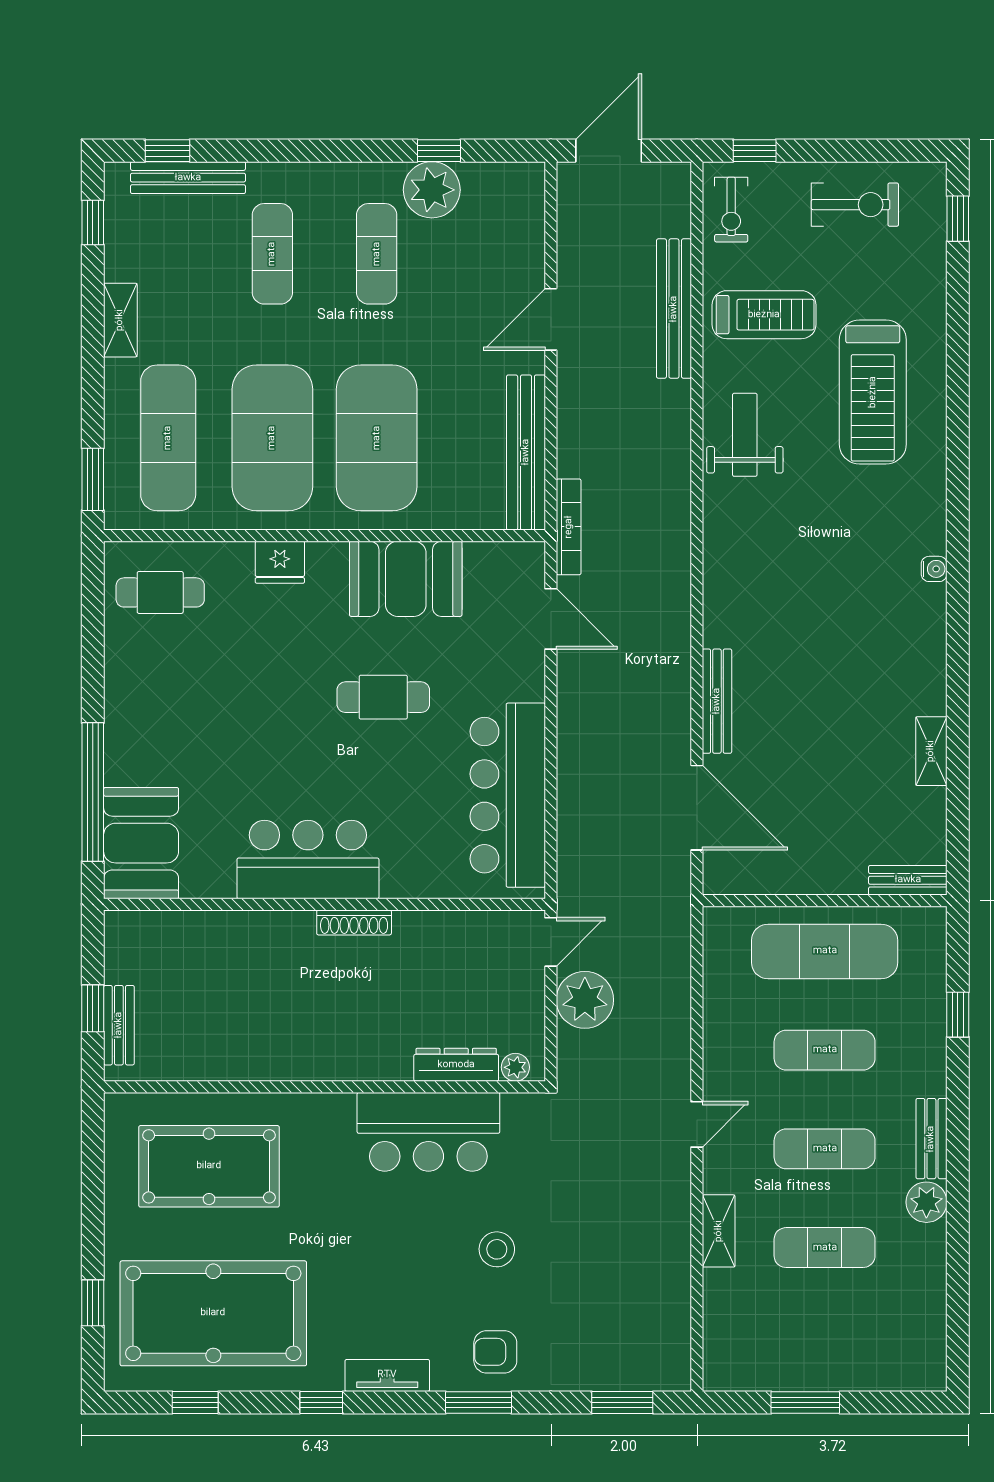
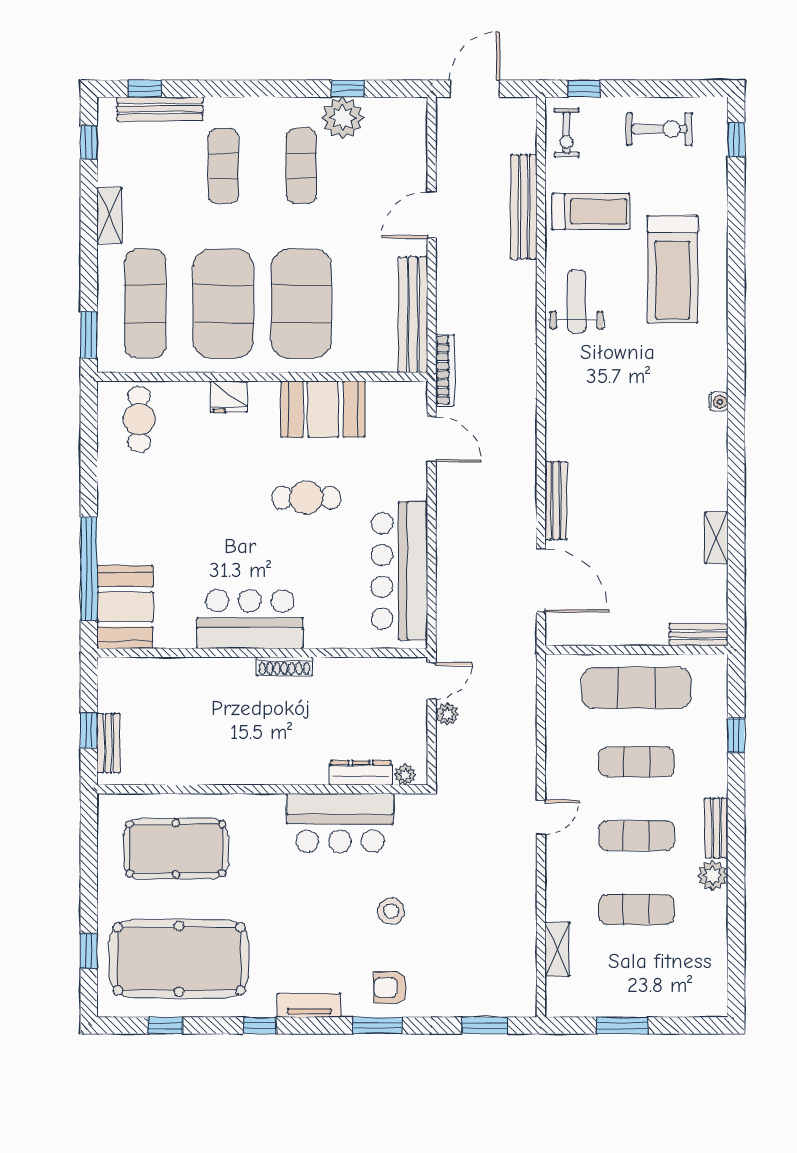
cafe table: (160, 592) -> (139, 419), turned 90
plant: (585, 1000) -> (447, 714), width x0.53, depth x0.53
shelving: (719, 1231) -> (557, 949), moved

